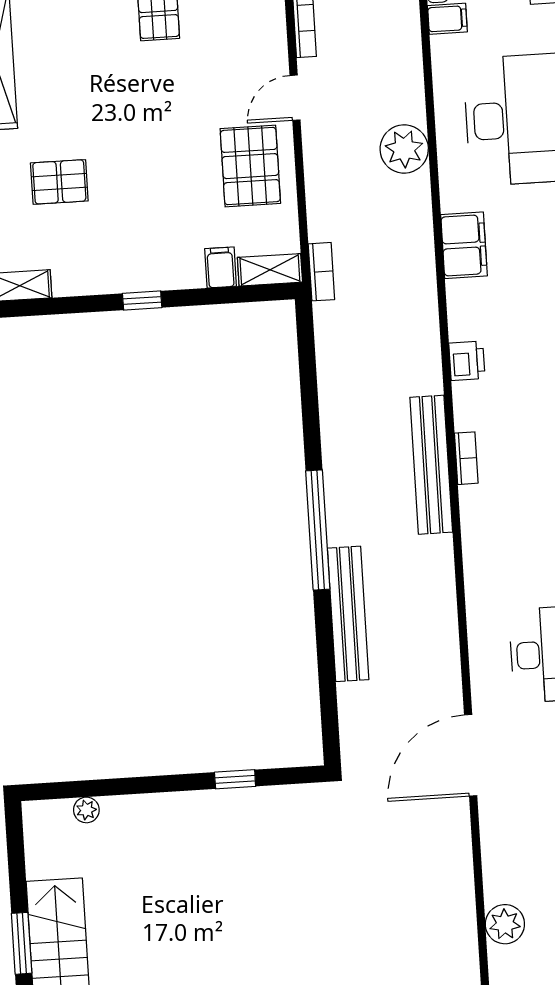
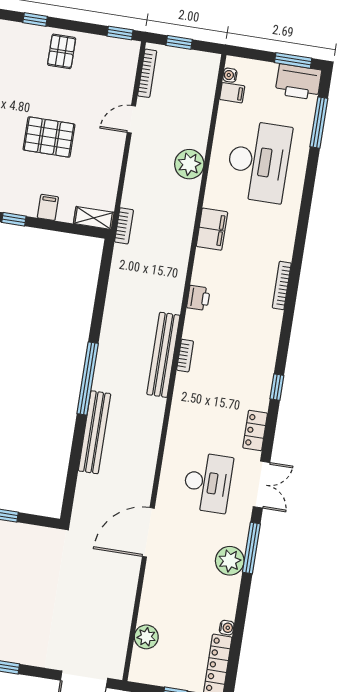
pallet: (250, 166) -> (49, 137), moved, turned 90
filing cabinet: (221, 267) -> (48, 207), moved

